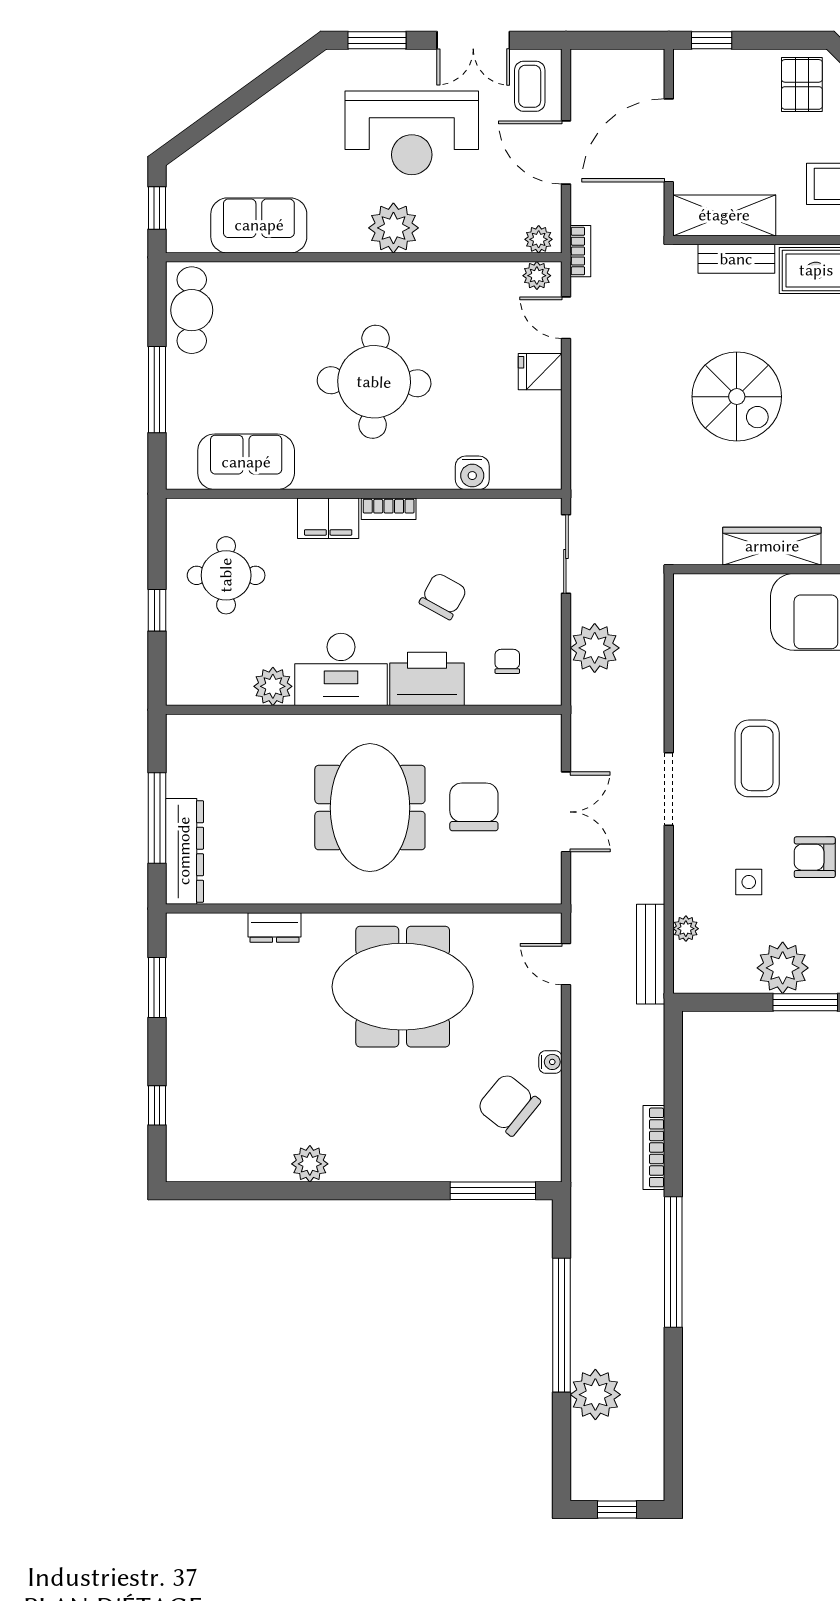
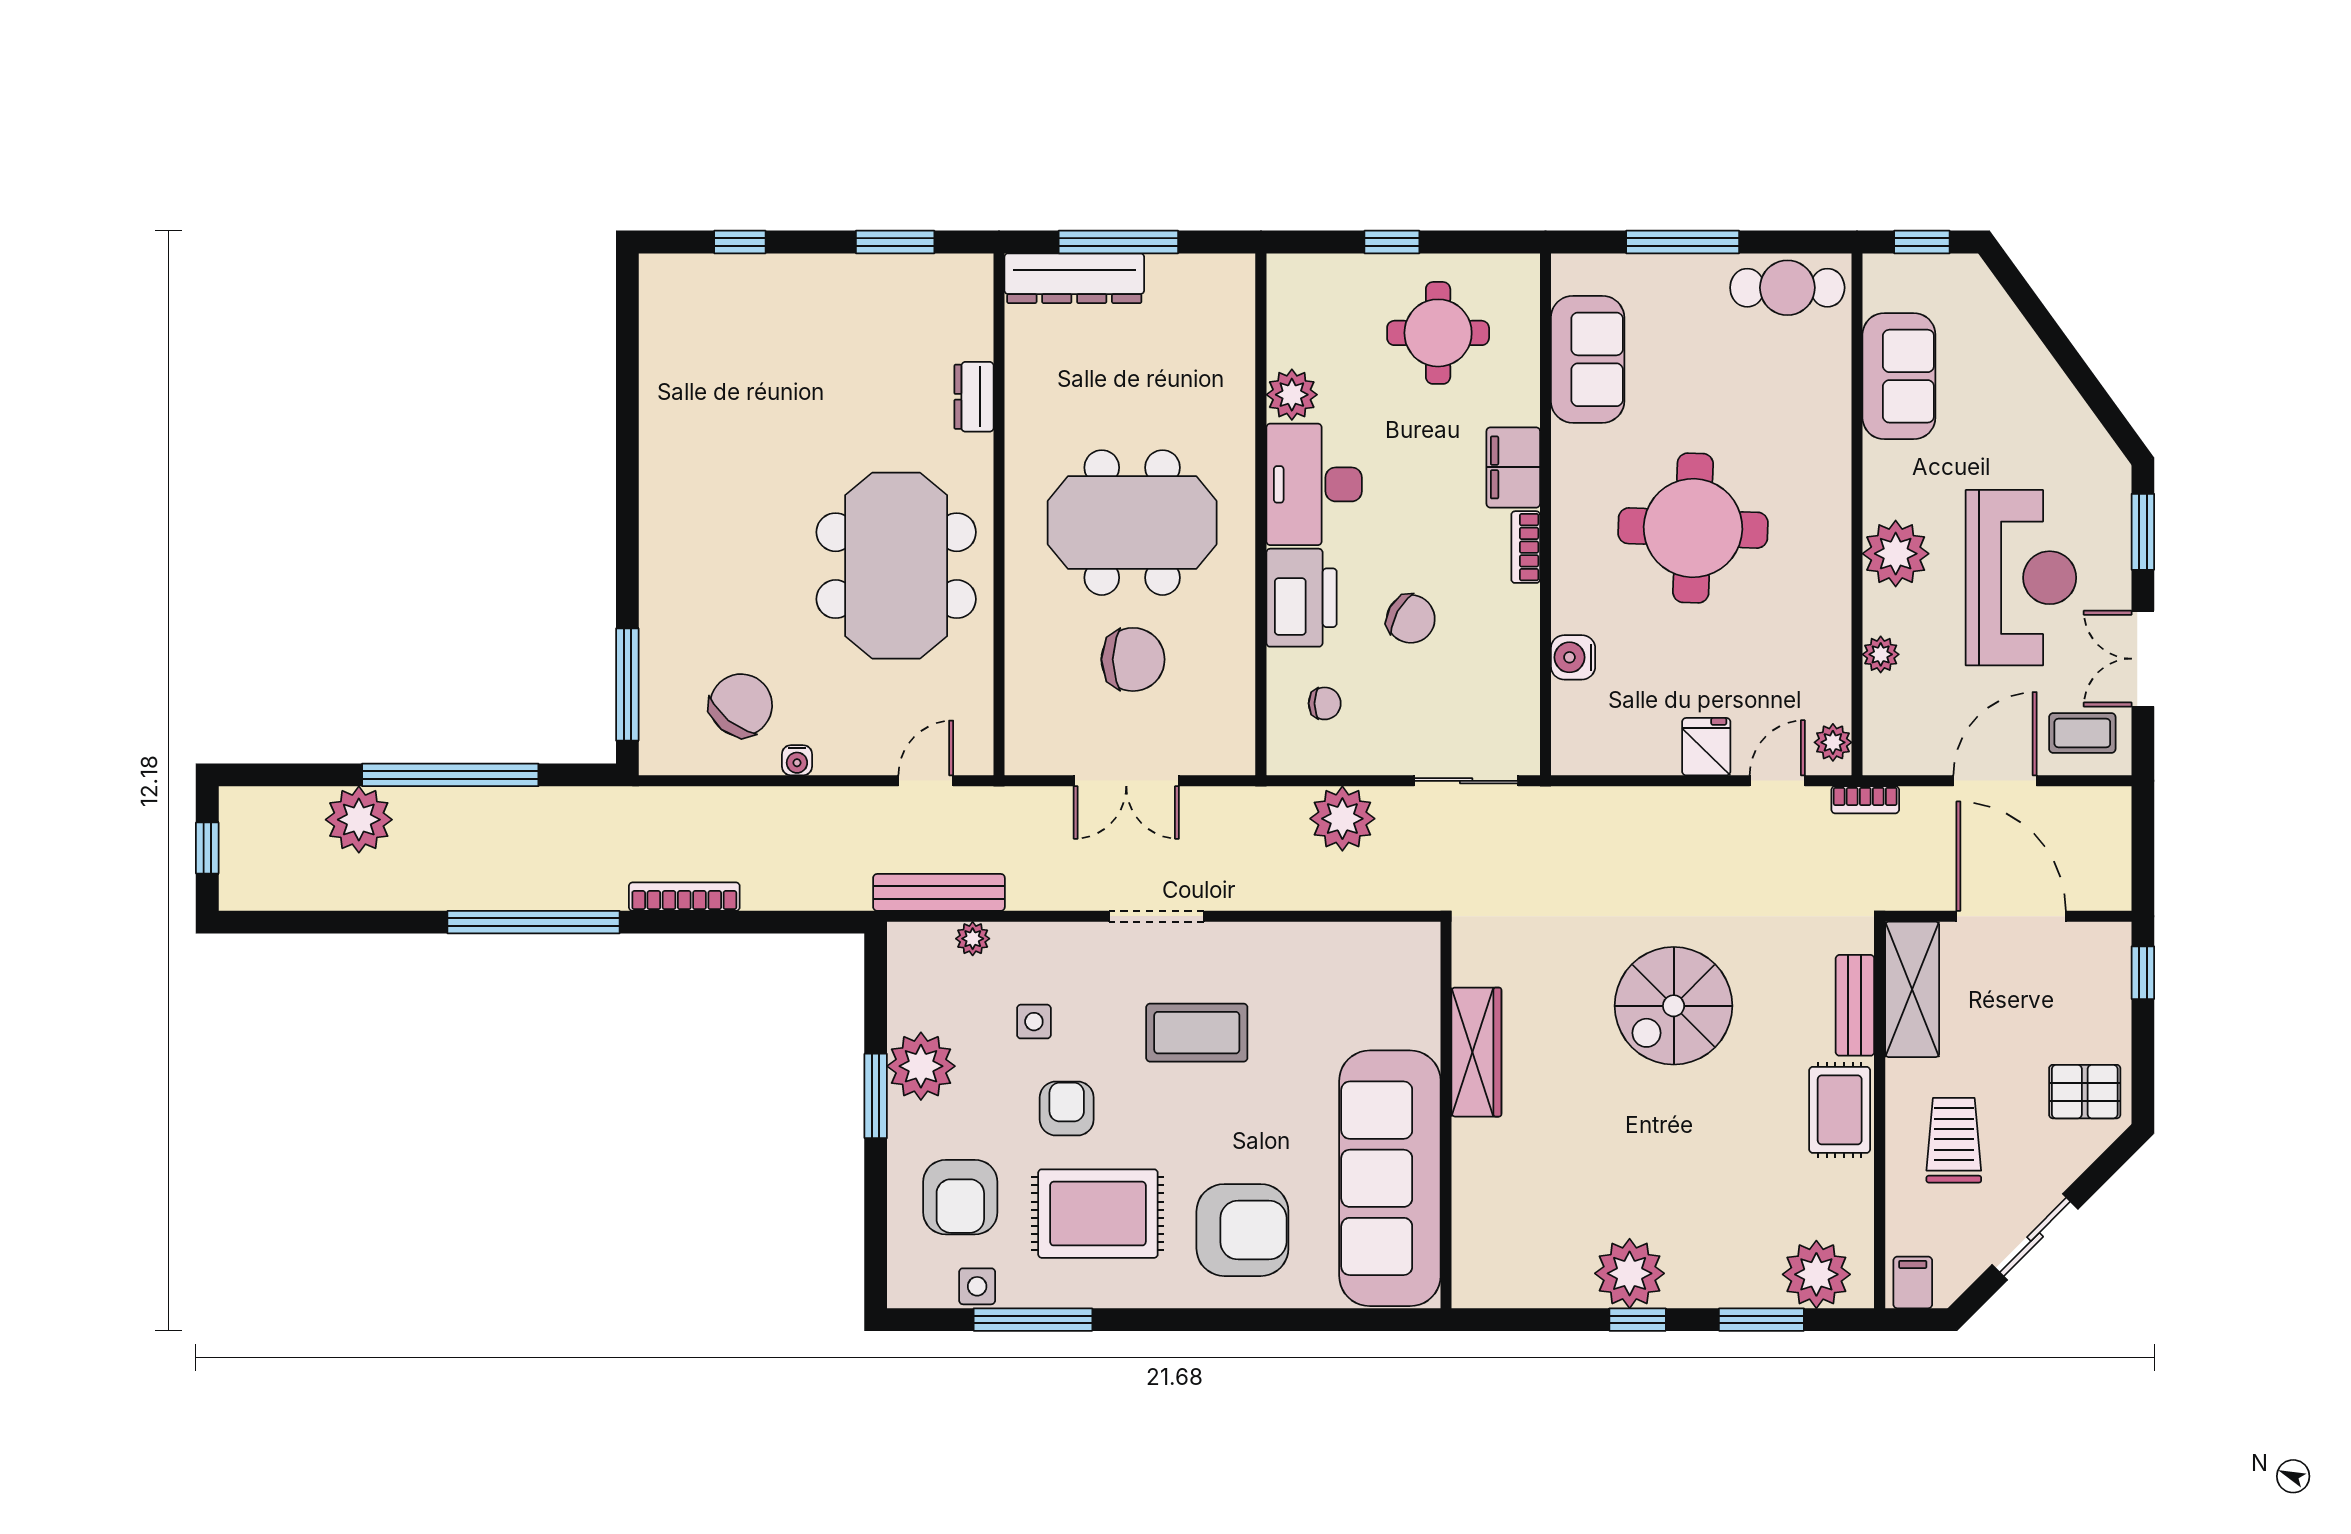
reception desk: (412, 133) -> (2021, 578), turned 180
plant: (539, 239) -> (1881, 654), moved
plant: (310, 1164) -> (663, 443), removed

